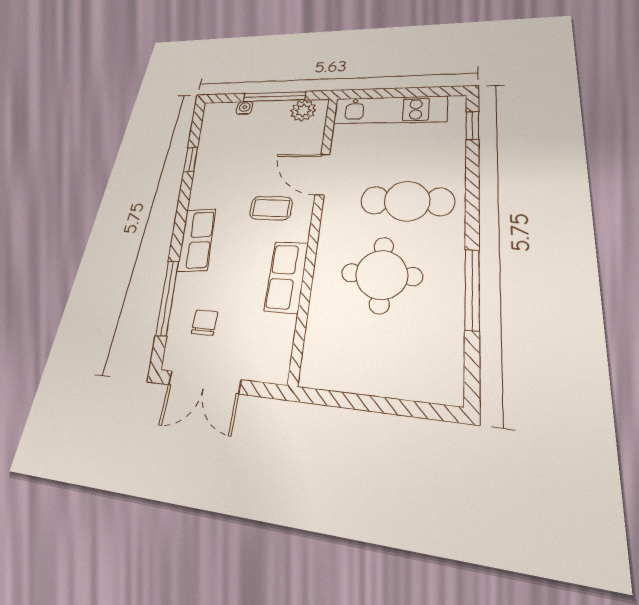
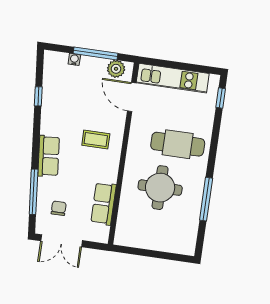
door: (322, 175) -> (132, 97), moved
row of seats: (286, 277) -> (104, 204), moved

